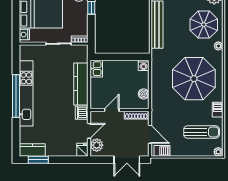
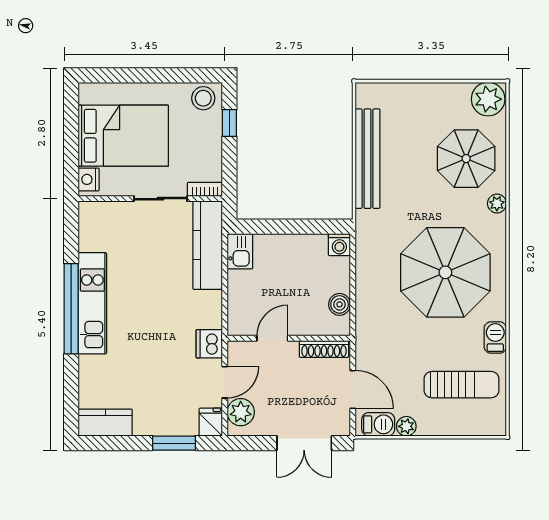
kitchen counter: (81, 84) -> (208, 245), moved
kitchen unit: (26, 93) -> (92, 303), width x0.73
plant: (218, 152) -> (406, 426), moved
window: (38, 160) -> (174, 443), moved

